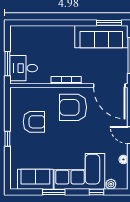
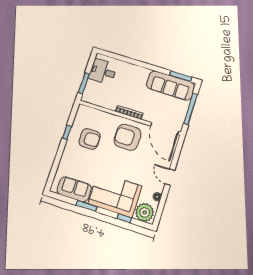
desk: (24, 68) -> (103, 72), moved
window: (7, 139) -> (67, 132), moved
plant: (111, 184) -> (145, 212), width x1.88, depth x1.88

